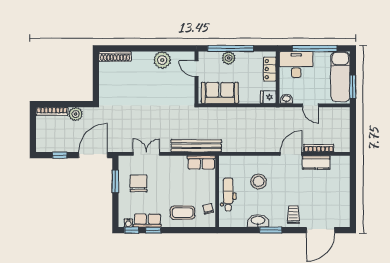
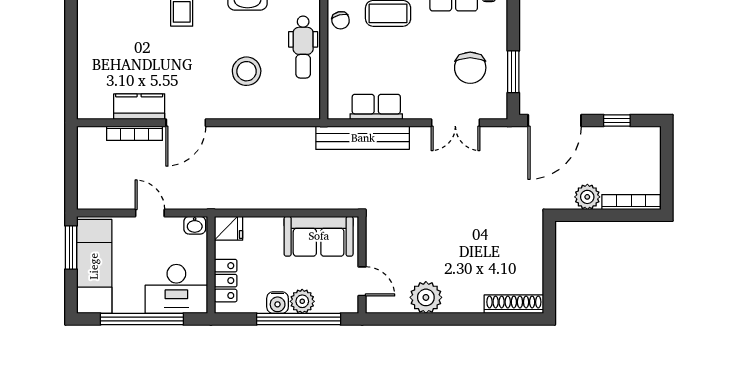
water cooler: (242, 57) -> (278, 303), added
row of seats: (201, 162) -> (376, 107), moved

